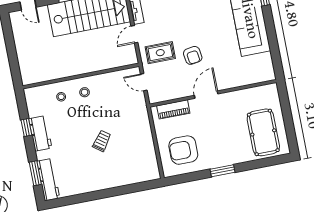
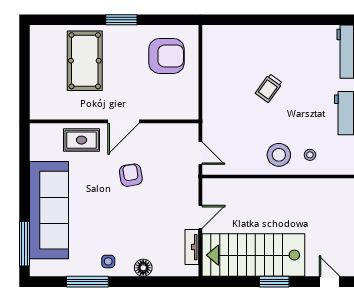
rug: (160, 53) -> (82, 140), moved
stool: (85, 92) -> (279, 155), width x1.89, depth x1.89
piano: (173, 109) -> (169, 111), removed
pool table: (263, 132) -> (85, 61), moved

